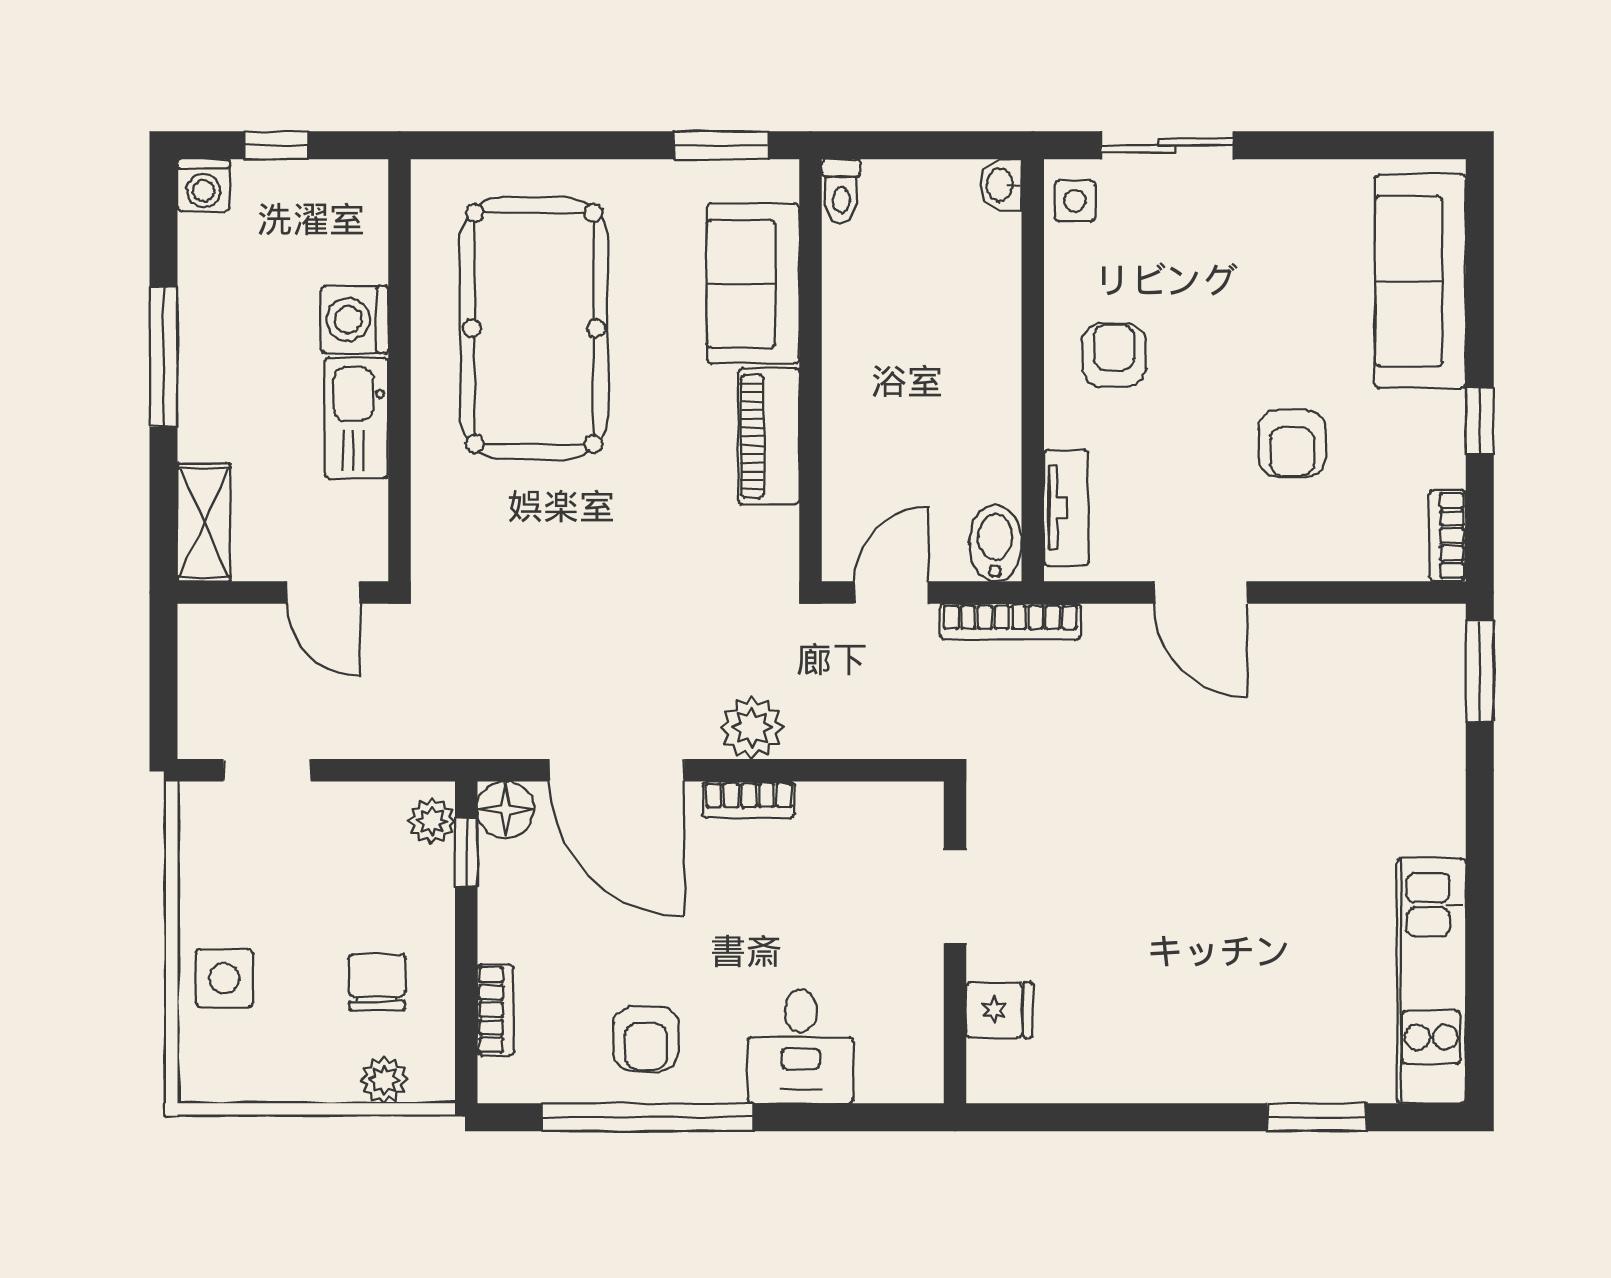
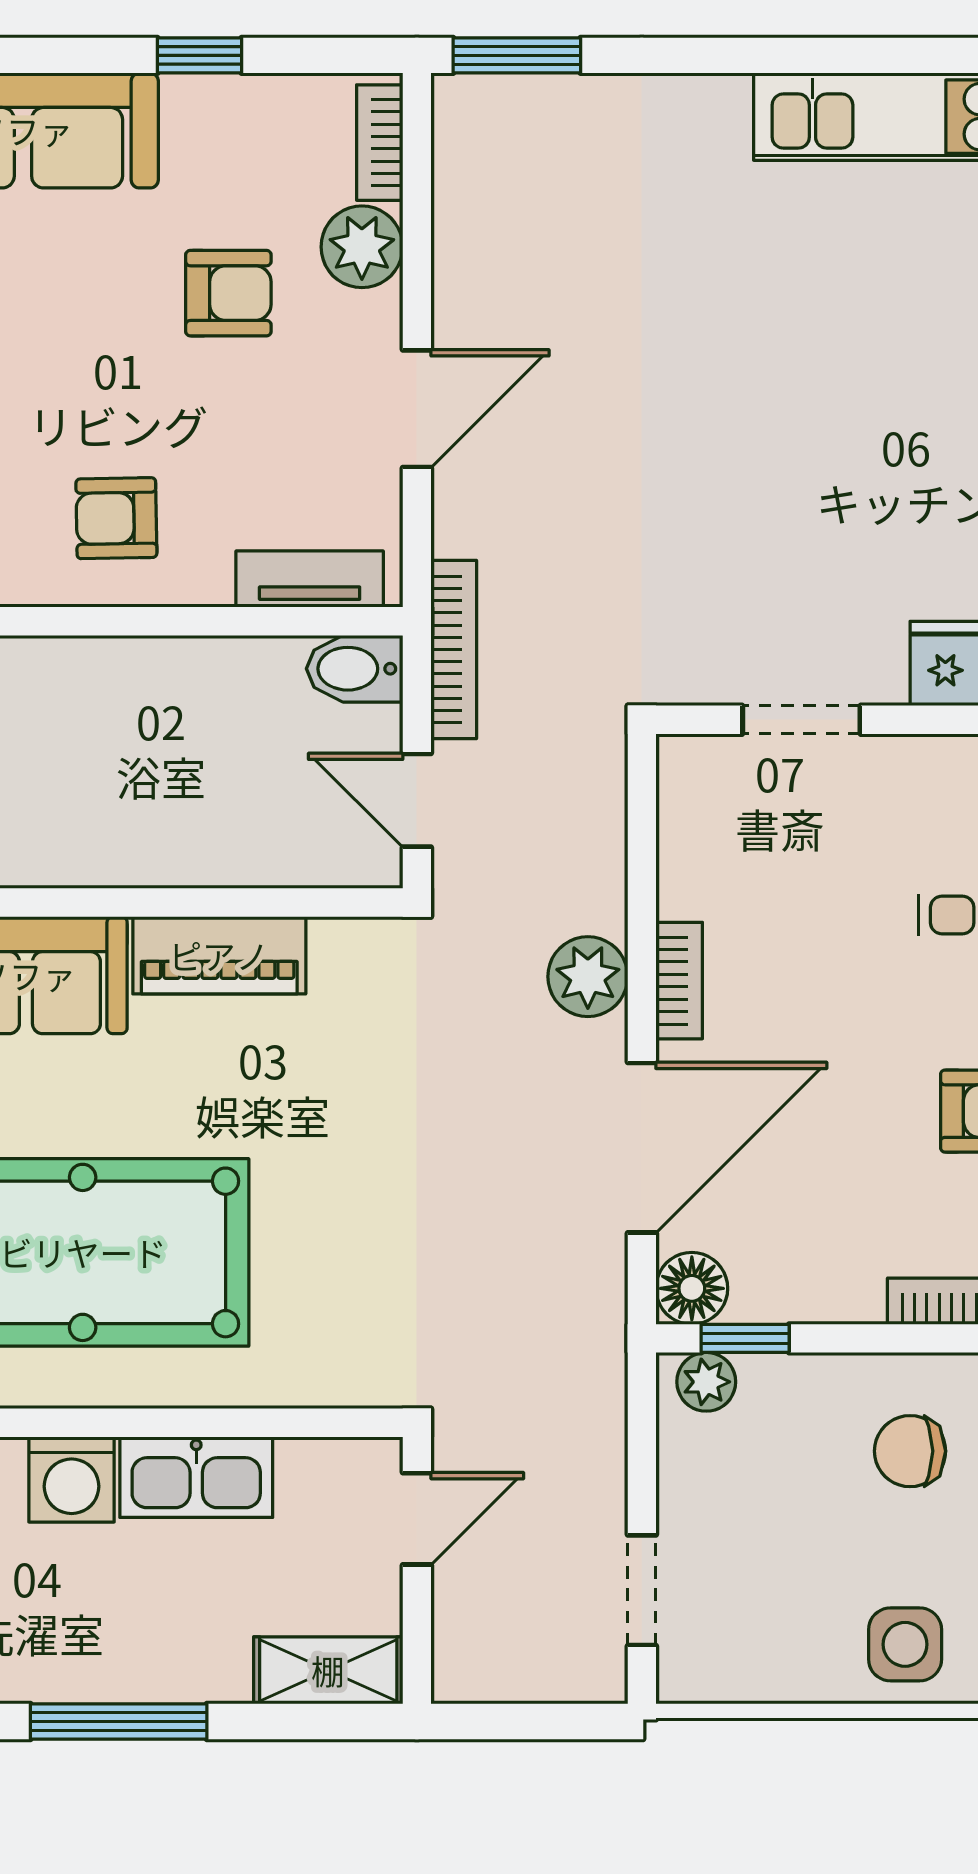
bookcase: (1448, 536) -> (380, 143), moved, turned 90
plant: (1328, 549) -> (362, 247), added

